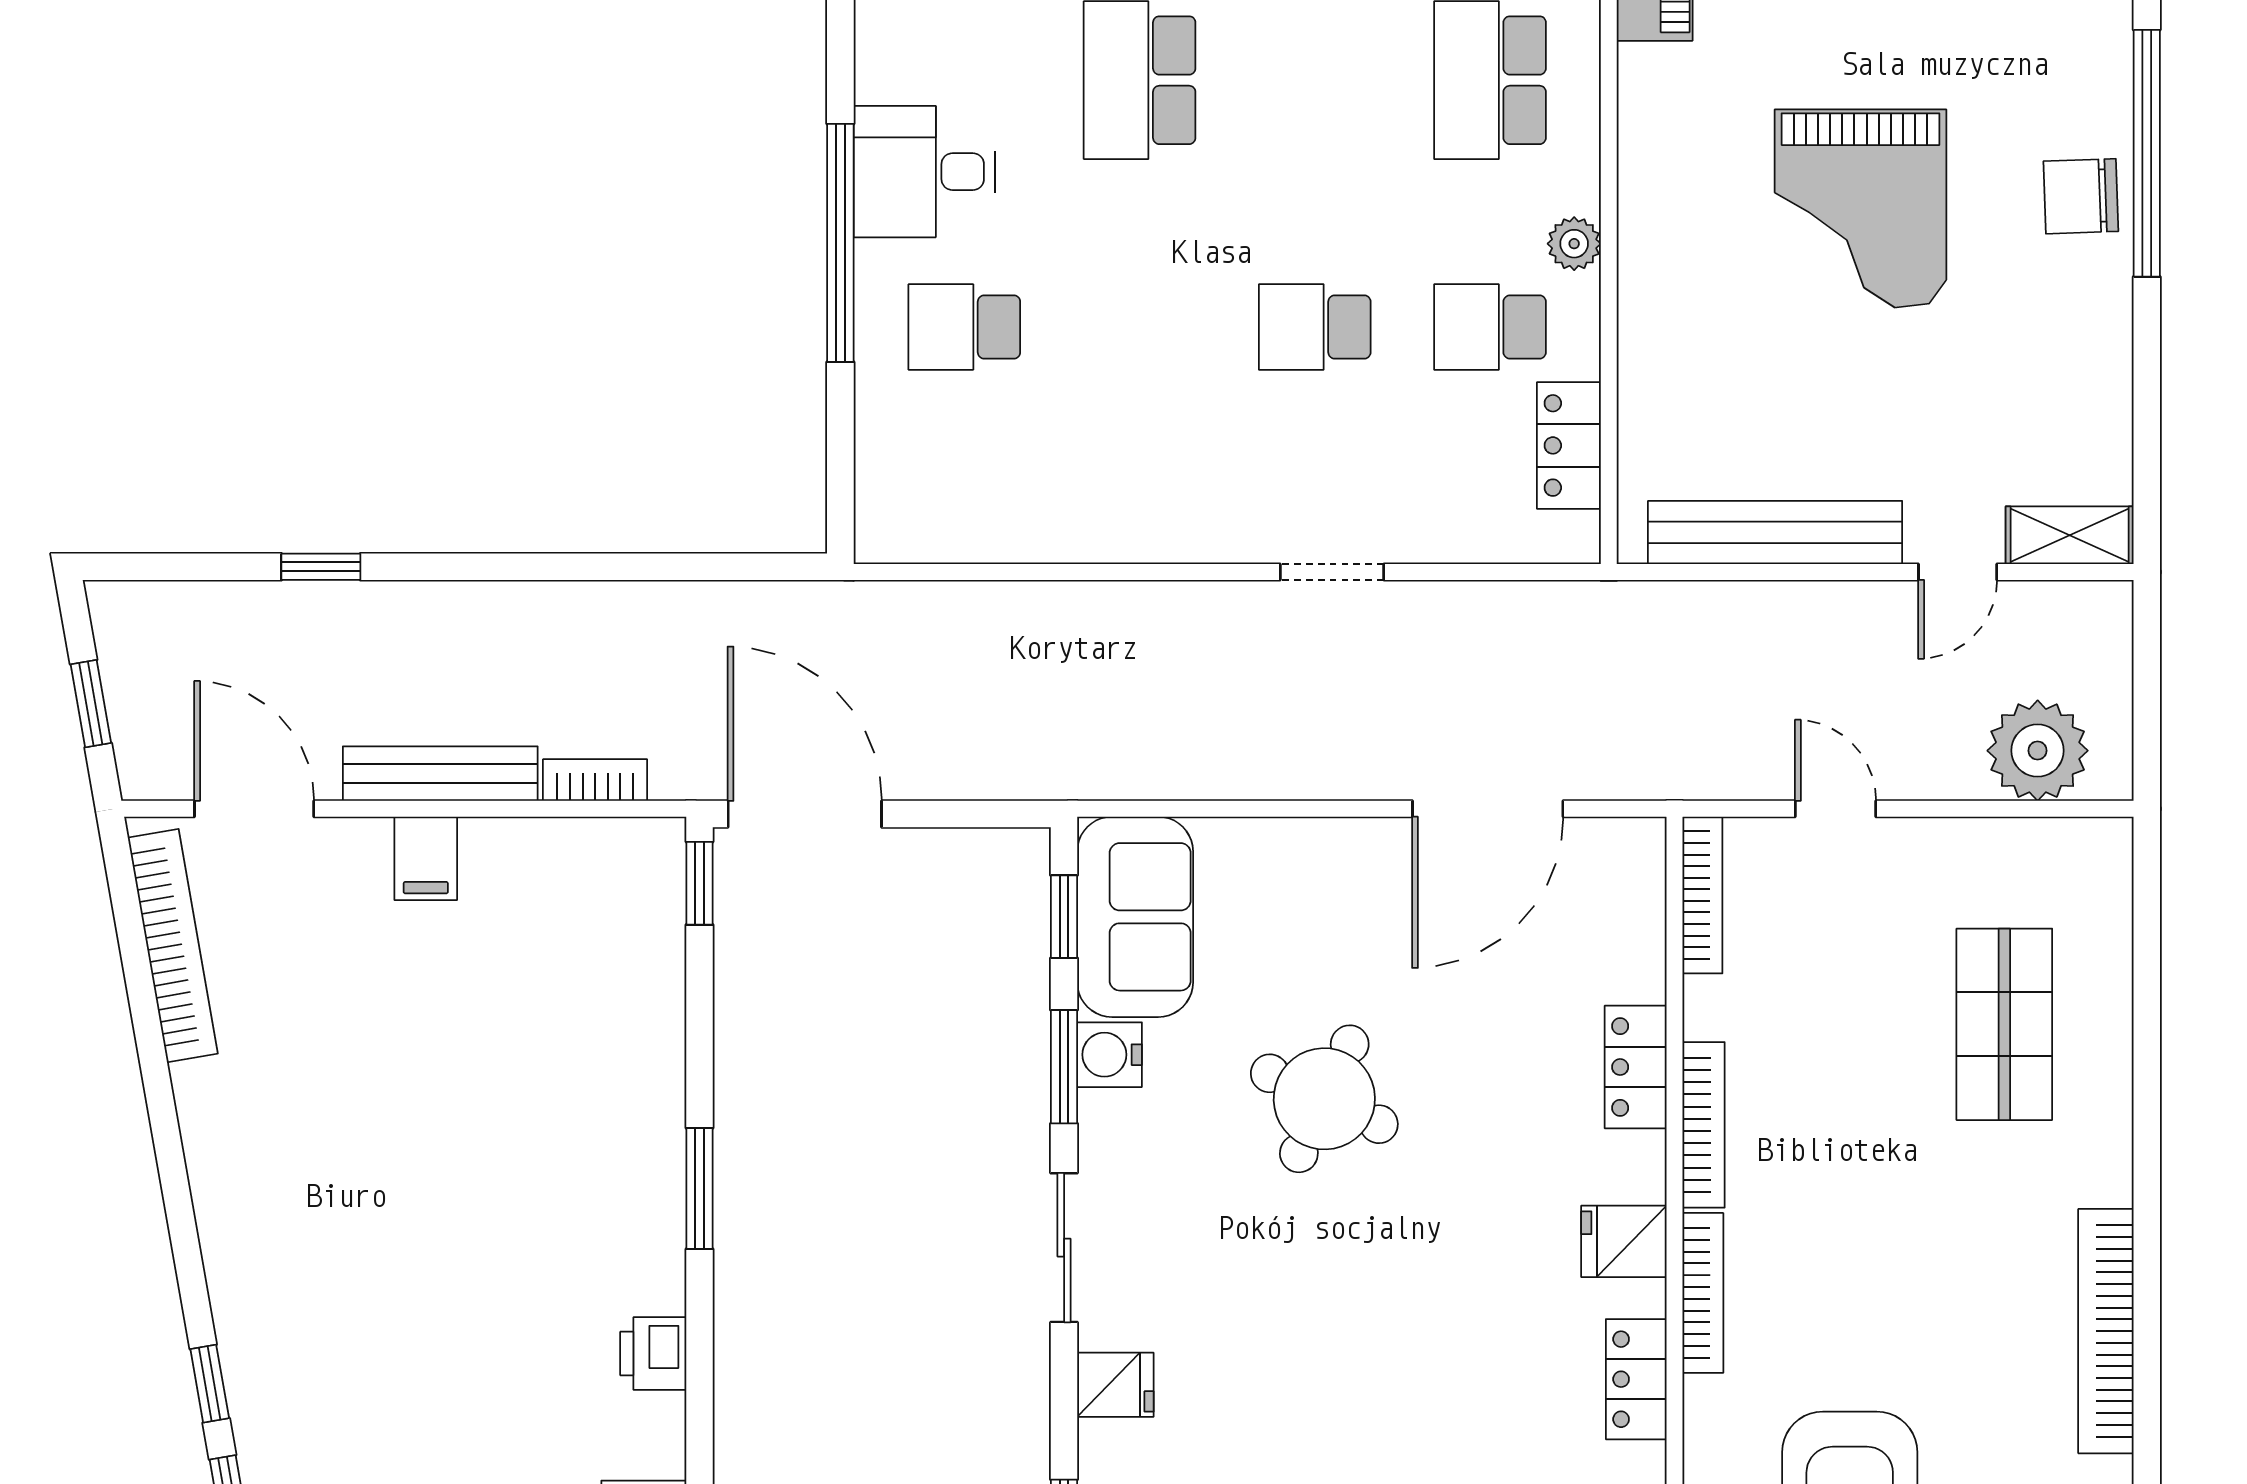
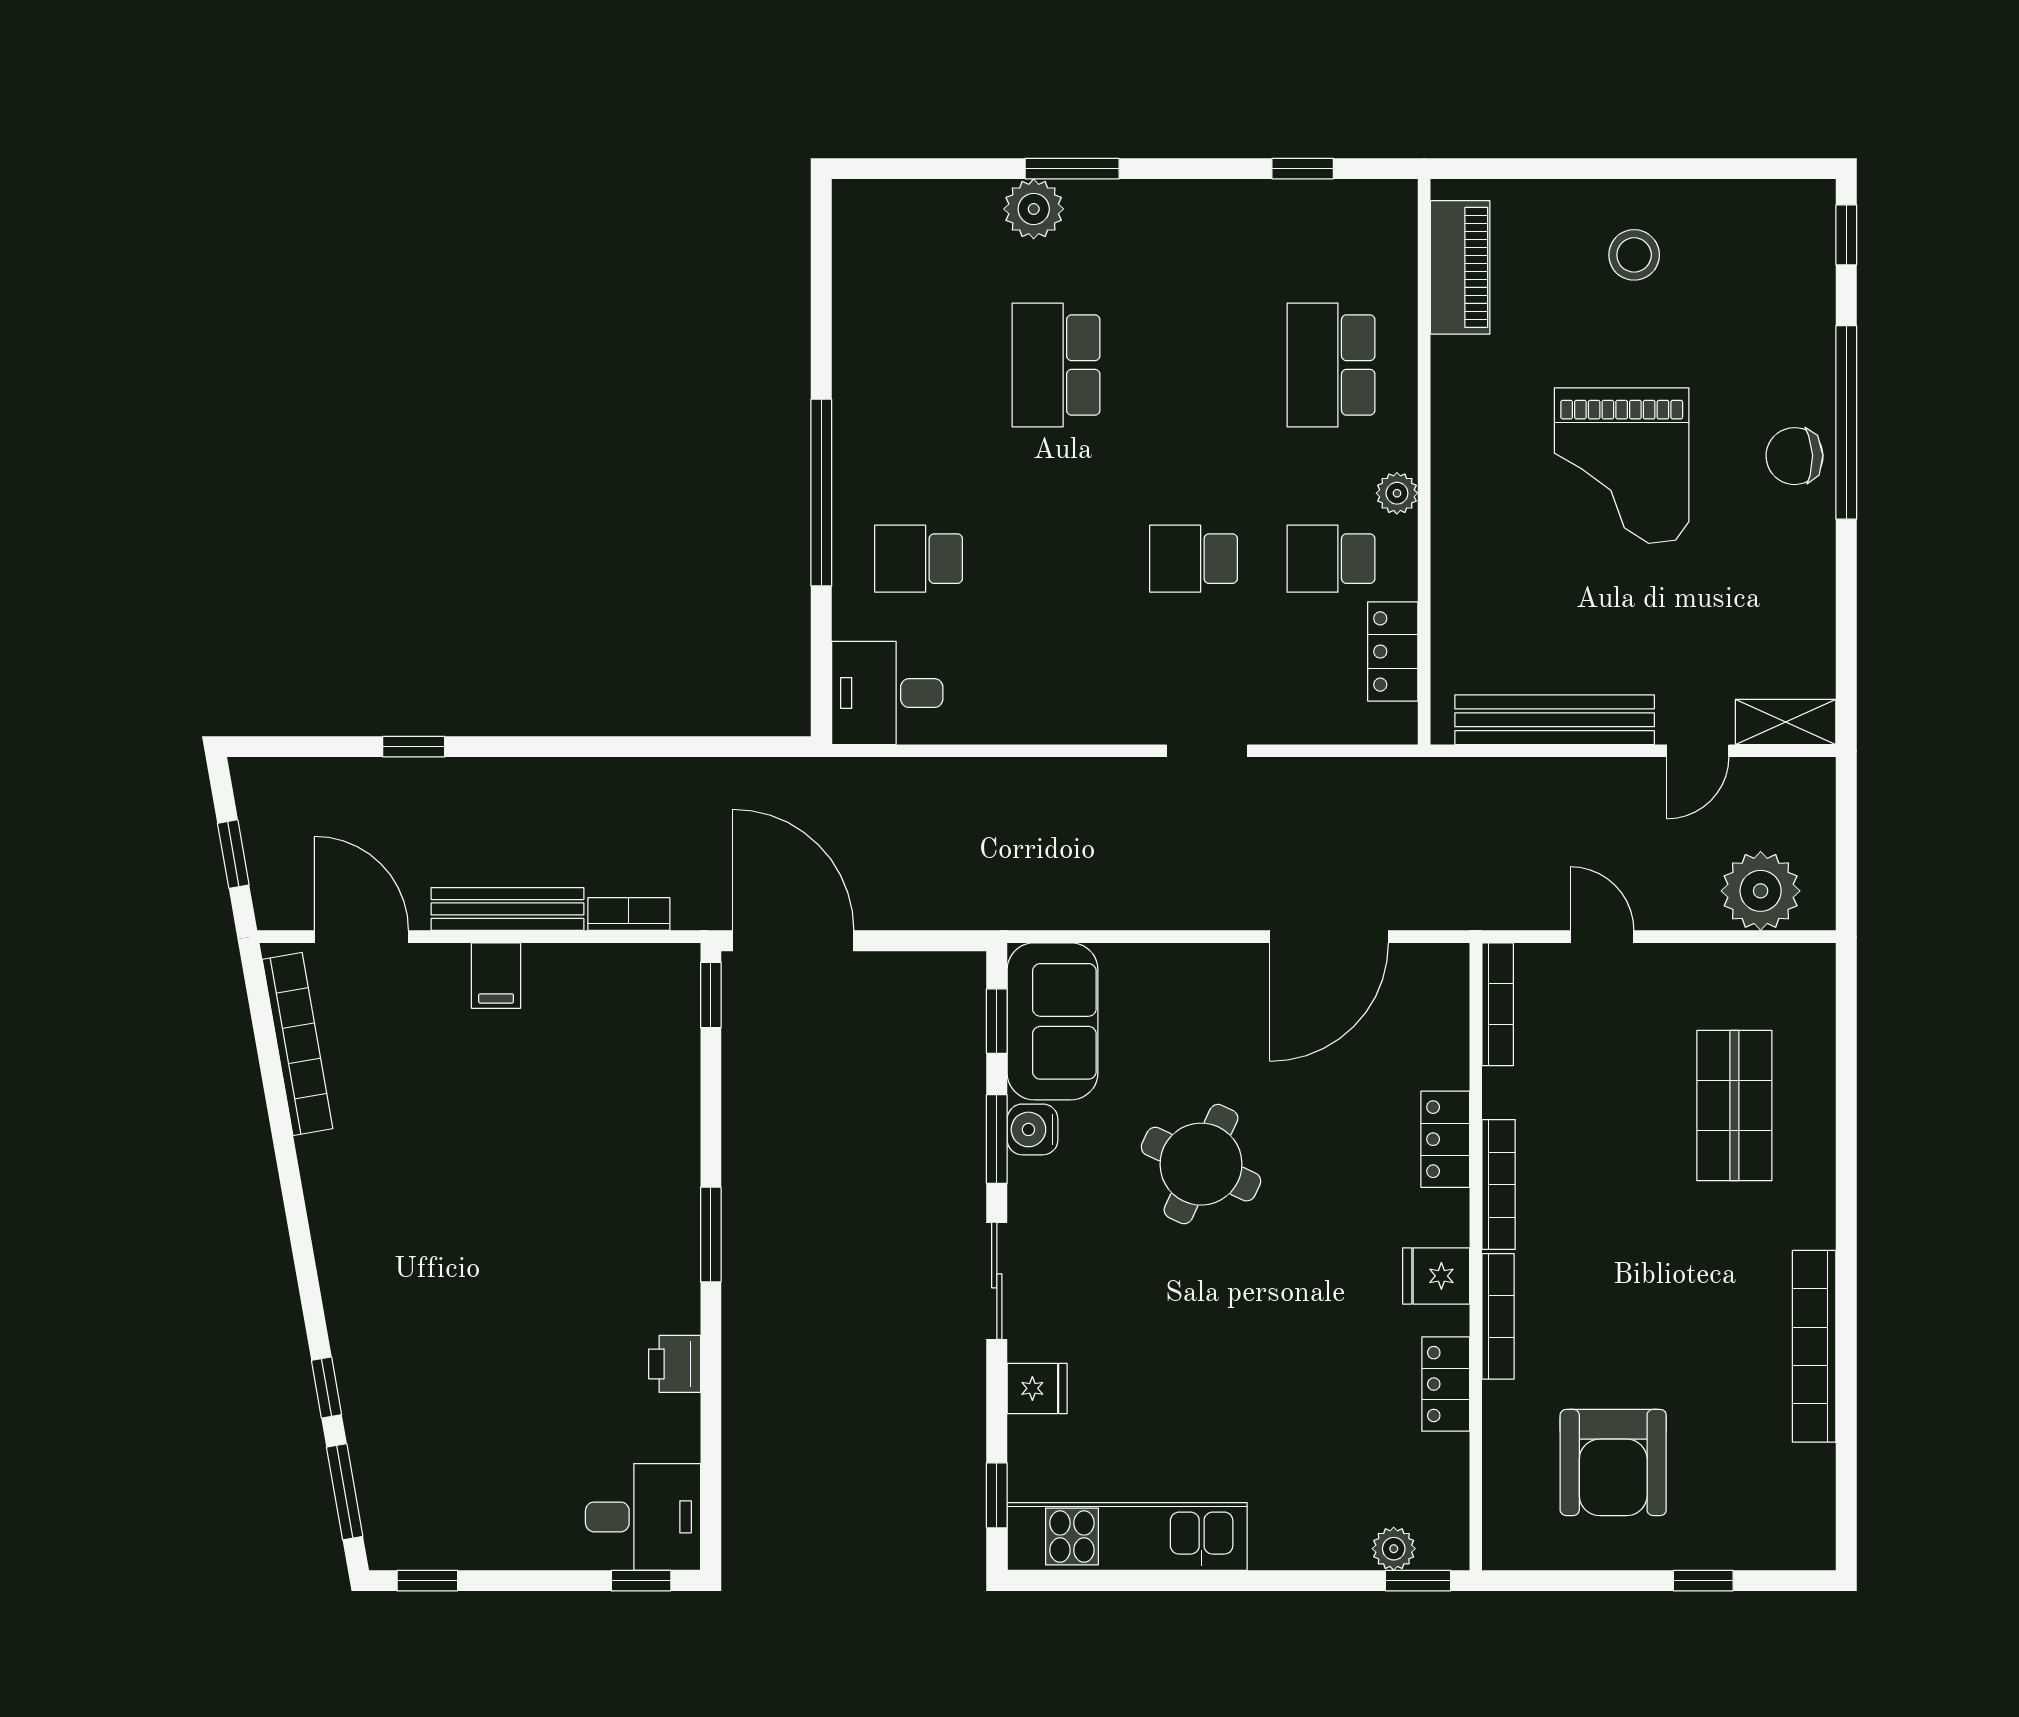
desk: (924, 172) -> (887, 693), moved

